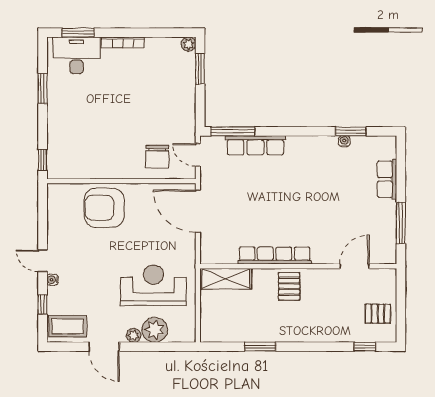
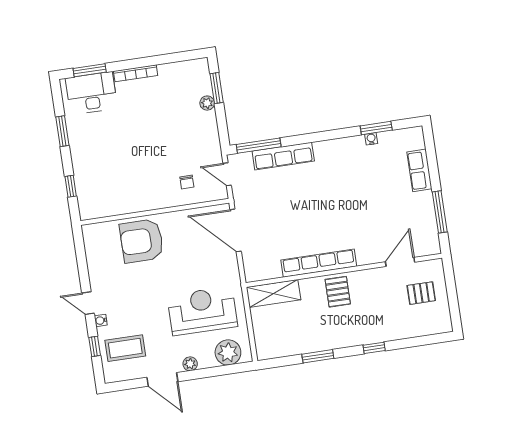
plant: (189, 44) -> (207, 103), moved
chair: (157, 157) -> (187, 182), width x0.54, depth x0.54
window: (43, 160) -> (71, 186), moved
pallet: (378, 314) -> (421, 293), moved
coffee table: (68, 326) -> (125, 348), moved
plant: (155, 330) -> (228, 352), moved
window: (365, 347) -> (374, 348), moved

